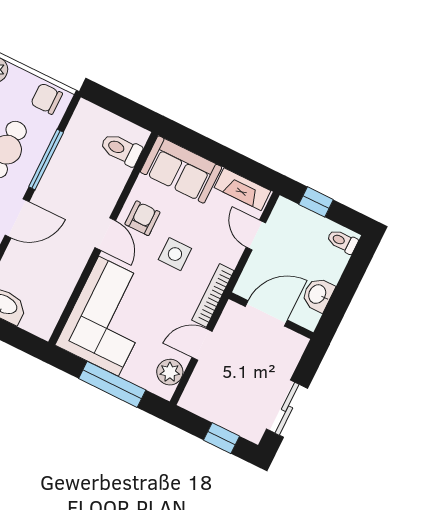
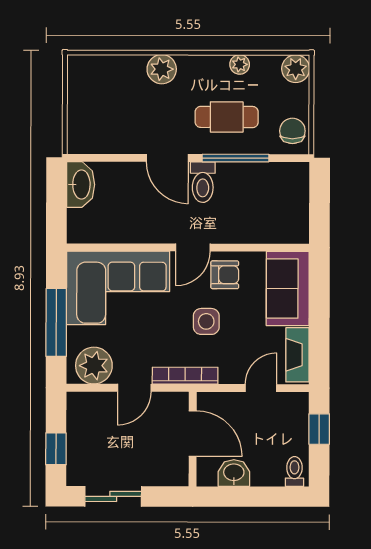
toilet: (121, 149) -> (203, 182), moved, turned 180
door: (202, 344) -> (134, 388), swing flipped
plant: (170, 372) -> (94, 366), width x1.36, depth x1.36

